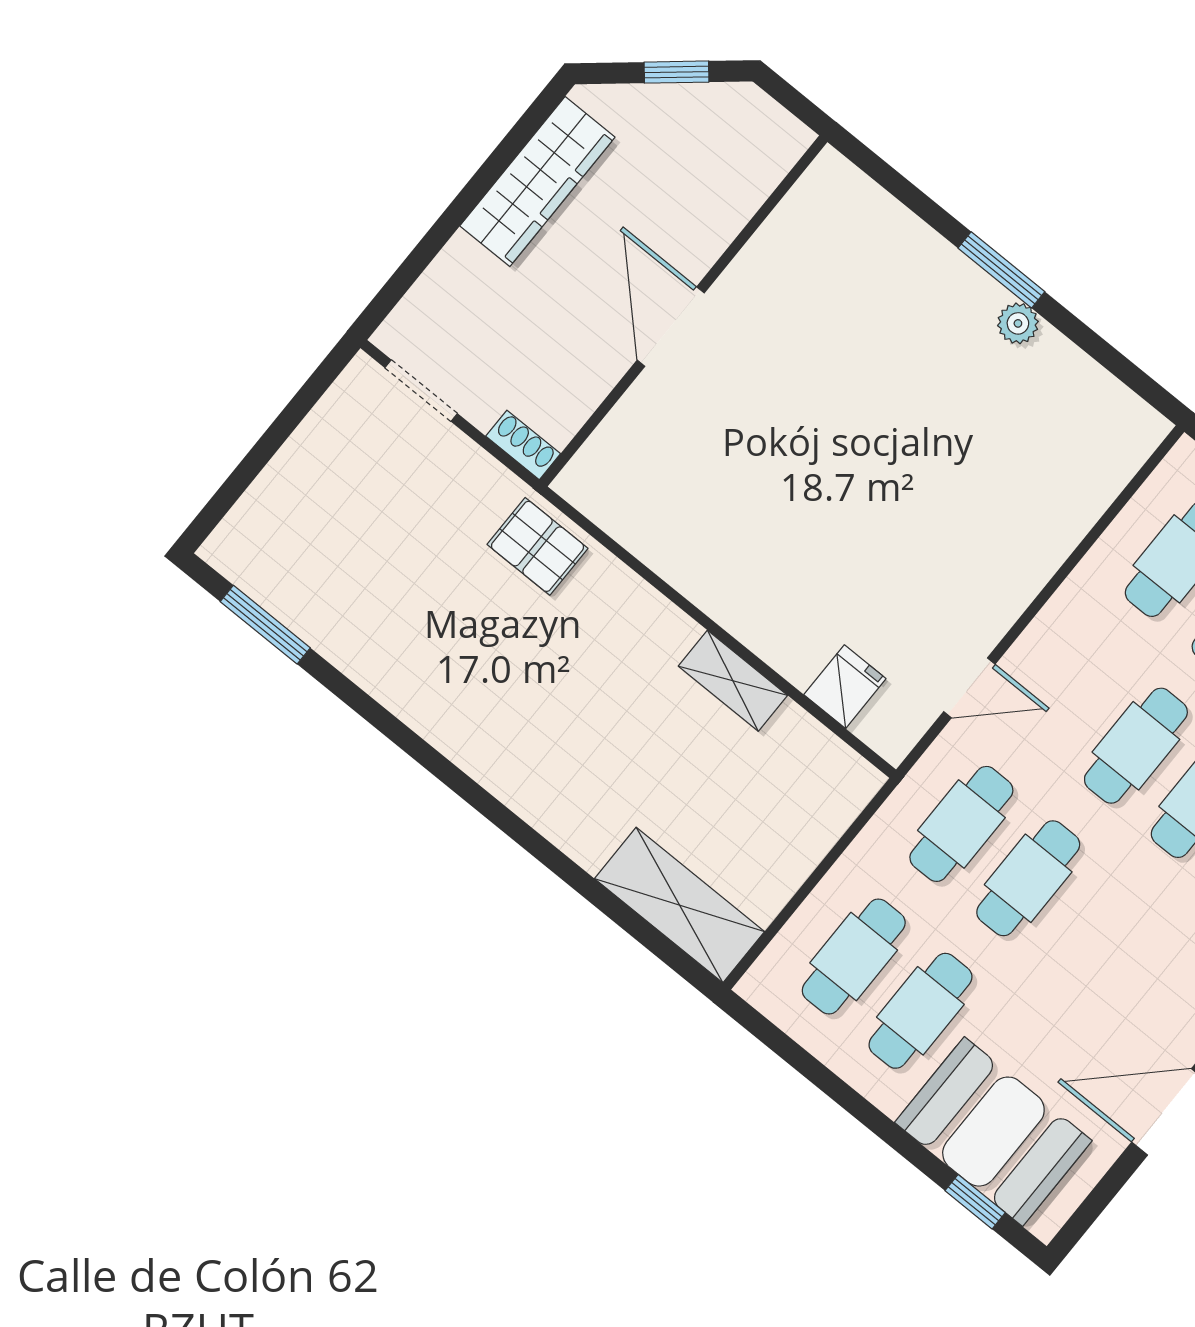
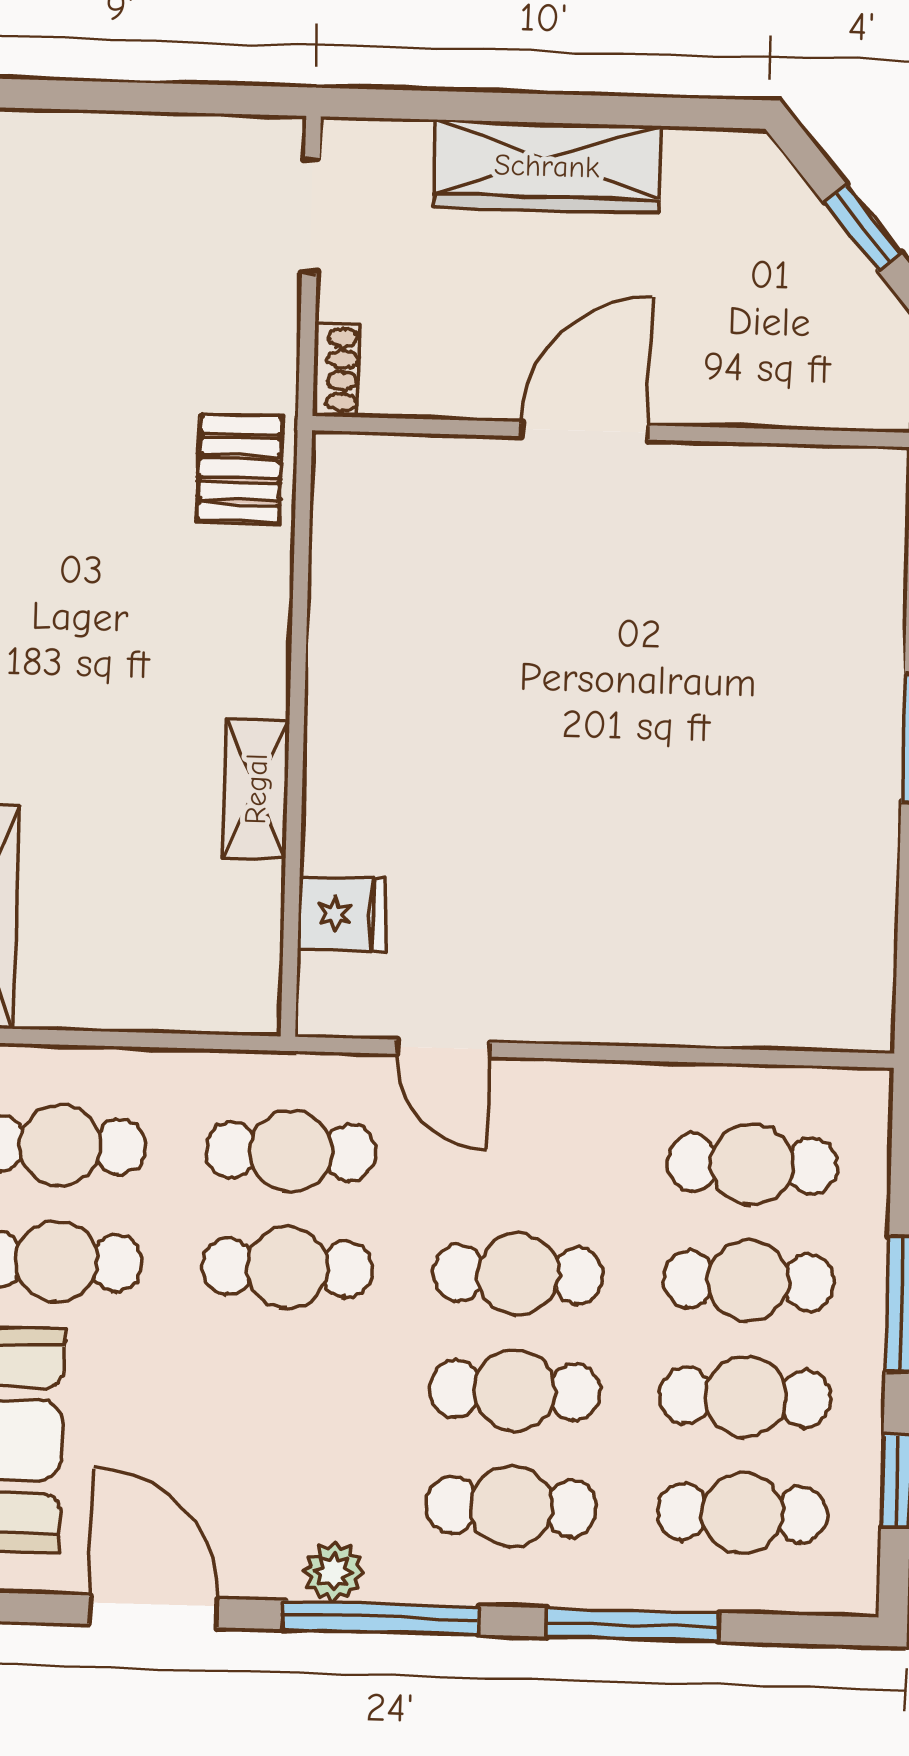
wardrobe: (537, 182) -> (547, 166), moved
plant: (1018, 323) -> (874, 800), removed

